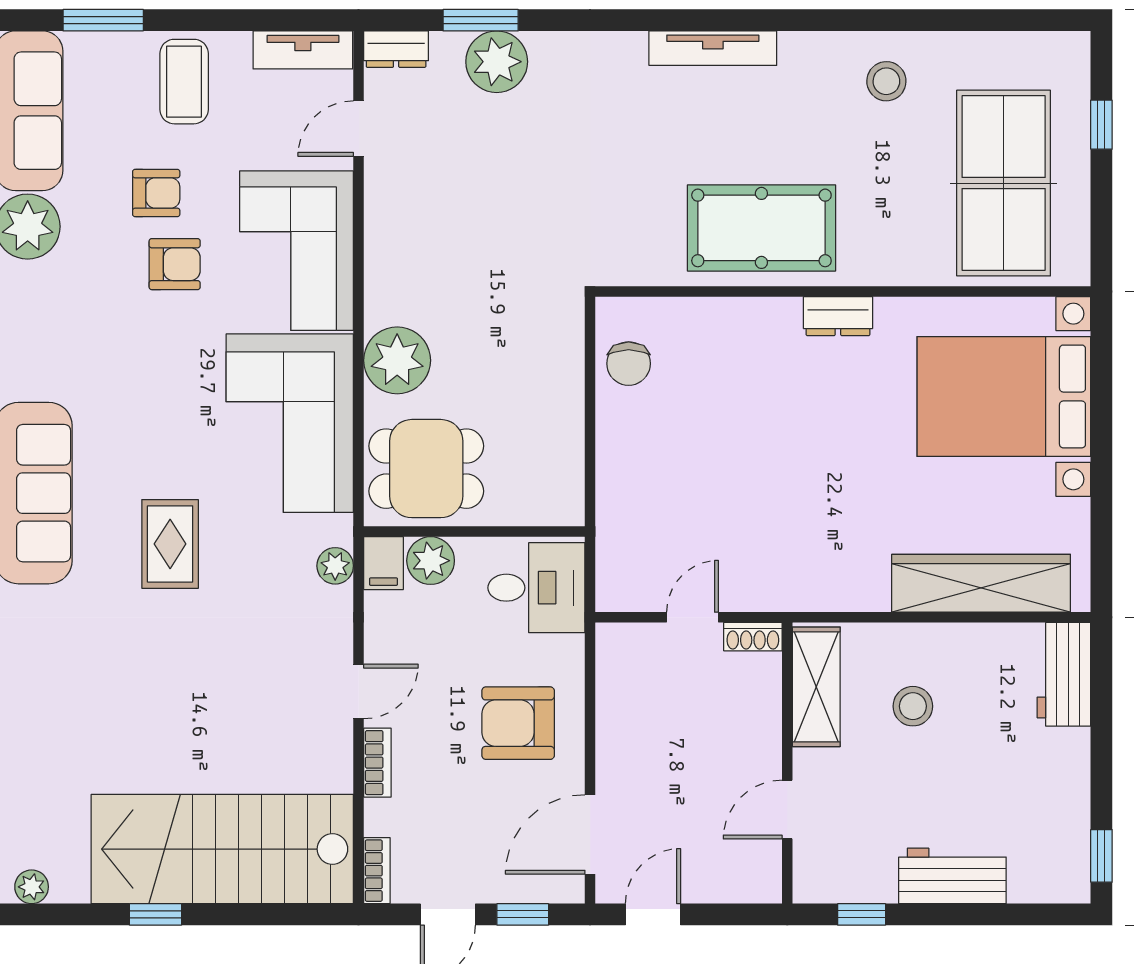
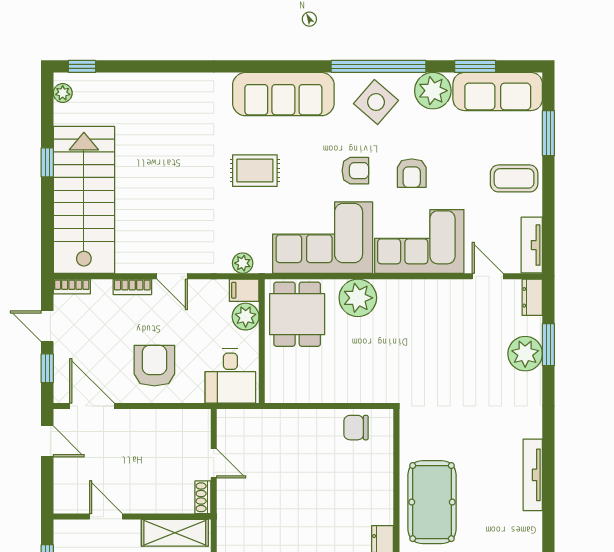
armchair: (156, 193) -> (355, 171), moved, turned -90
side table: (48, 328) -> (376, 102), added

